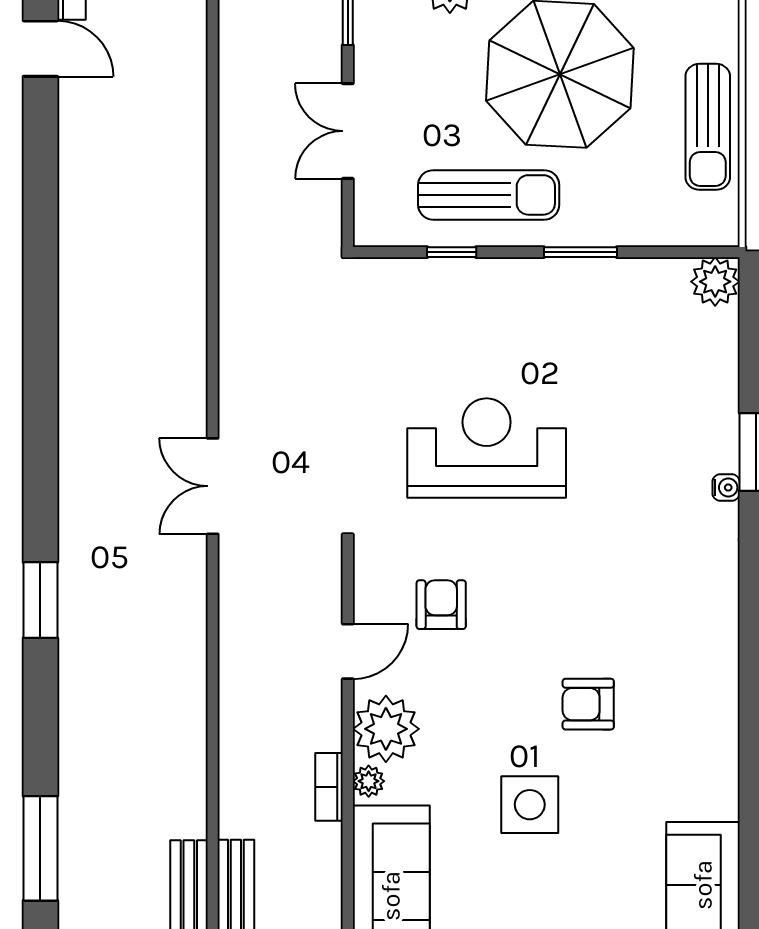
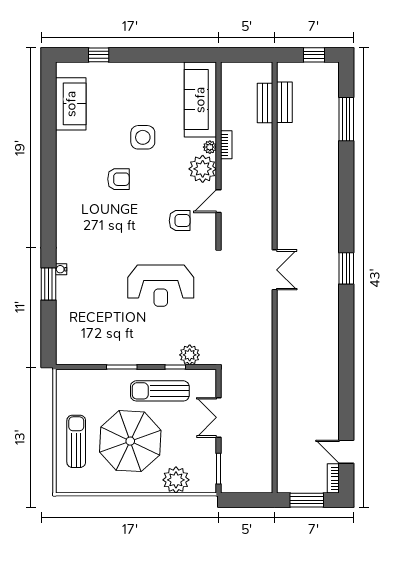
sun lounger: (708, 127) -> (76, 441), moved
double door: (348, 131) -> (218, 417), swing flipped
plant: (715, 282) -> (190, 355), moved
window: (40, 600) -> (346, 268), moved
armchair: (441, 605) -> (180, 221), turned -90

